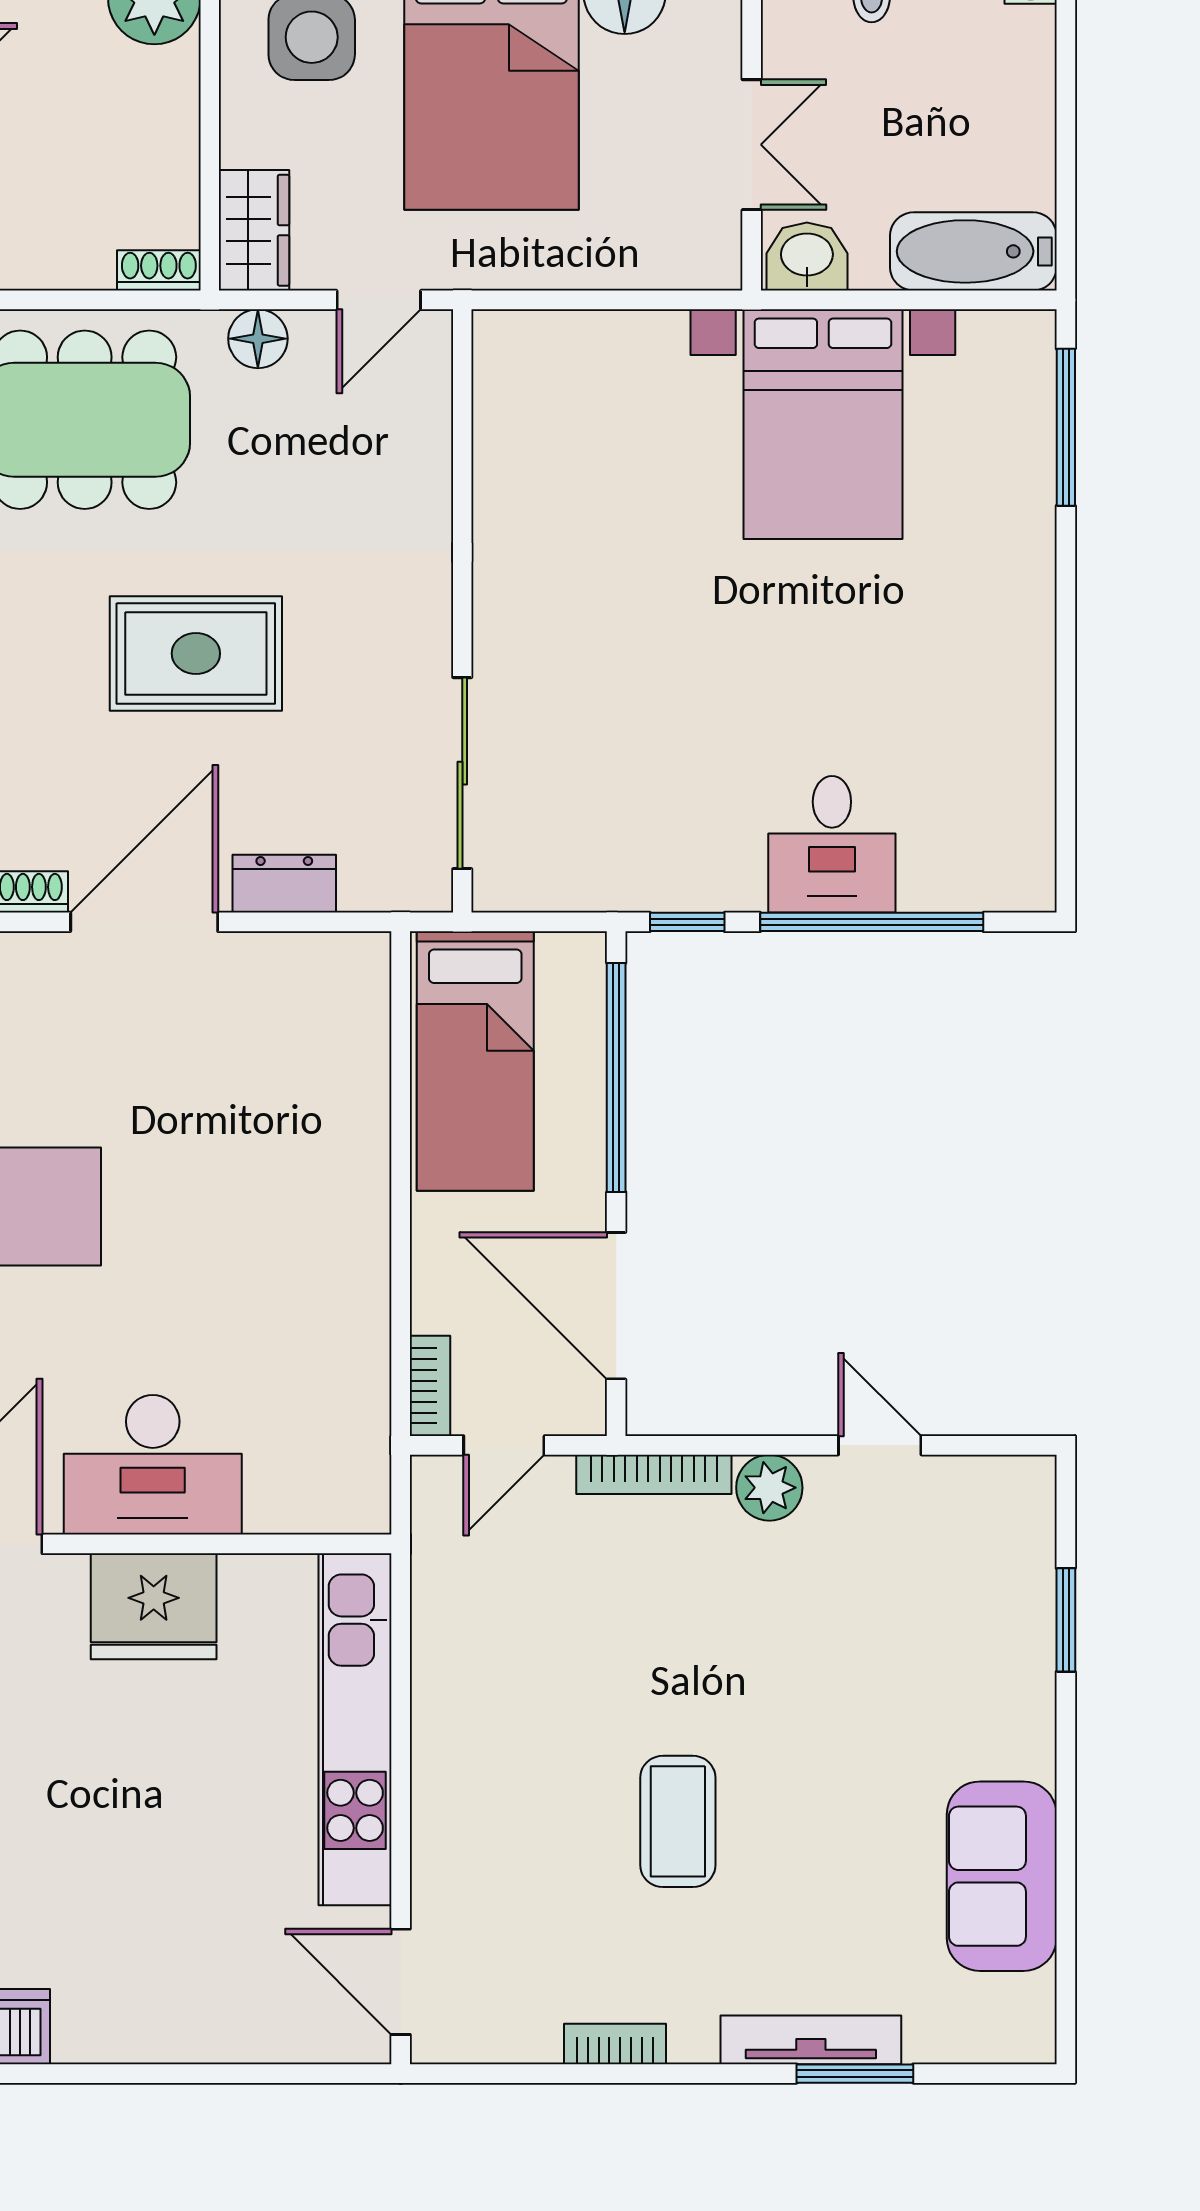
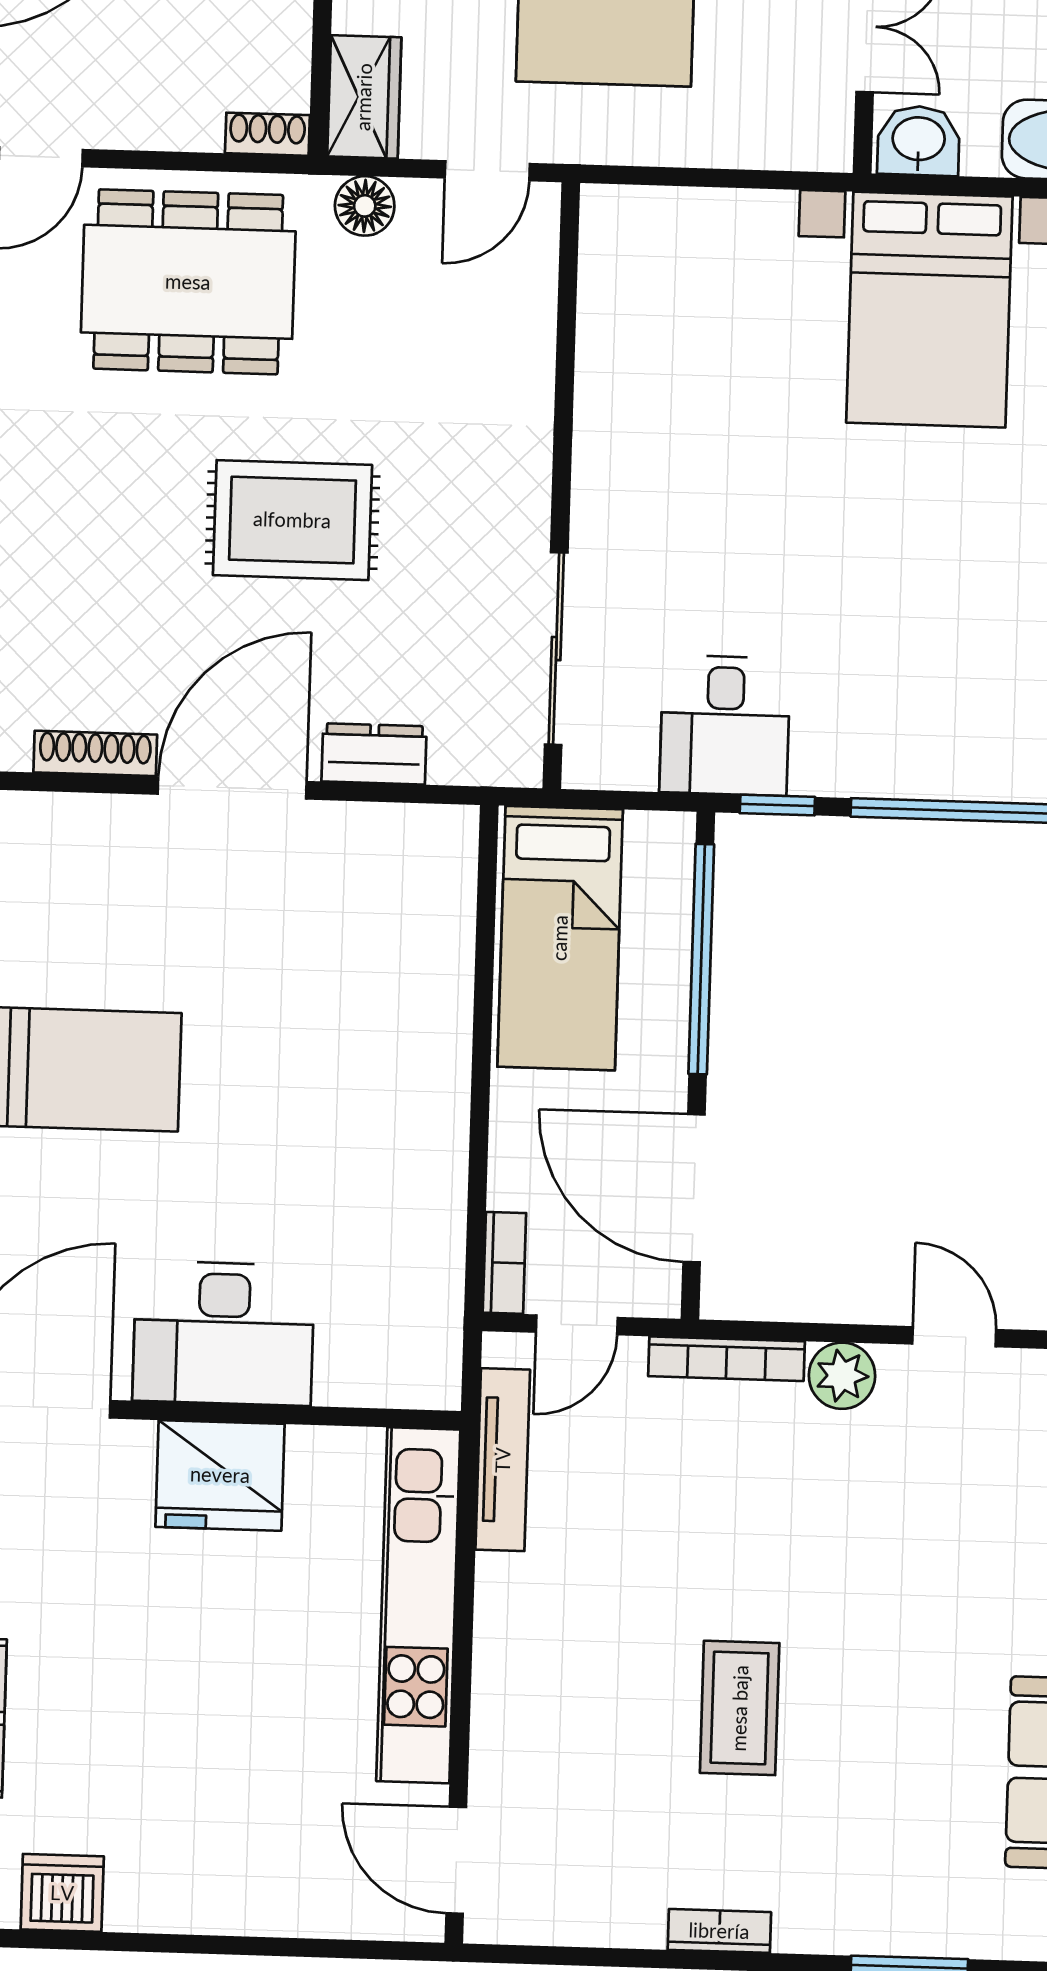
desk: (832, 844) -> (725, 725), moved
tv unit: (811, 2040) -> (503, 1460), moved, turned 90
bookcase: (615, 2044) -> (719, 1931), moved

